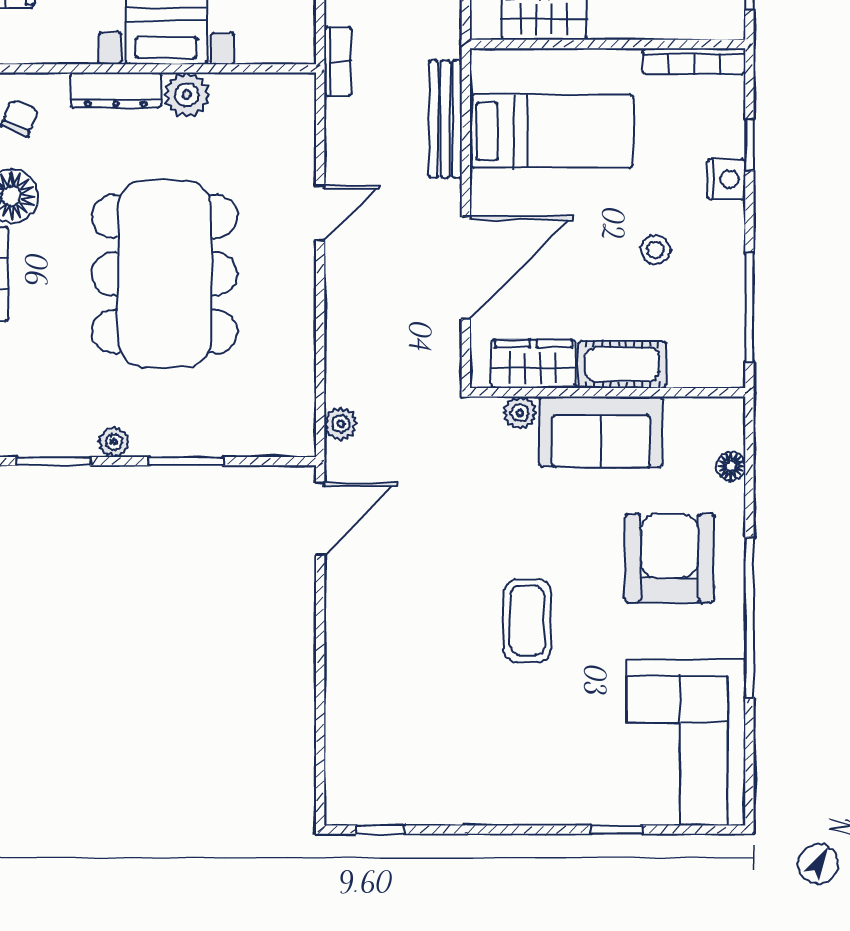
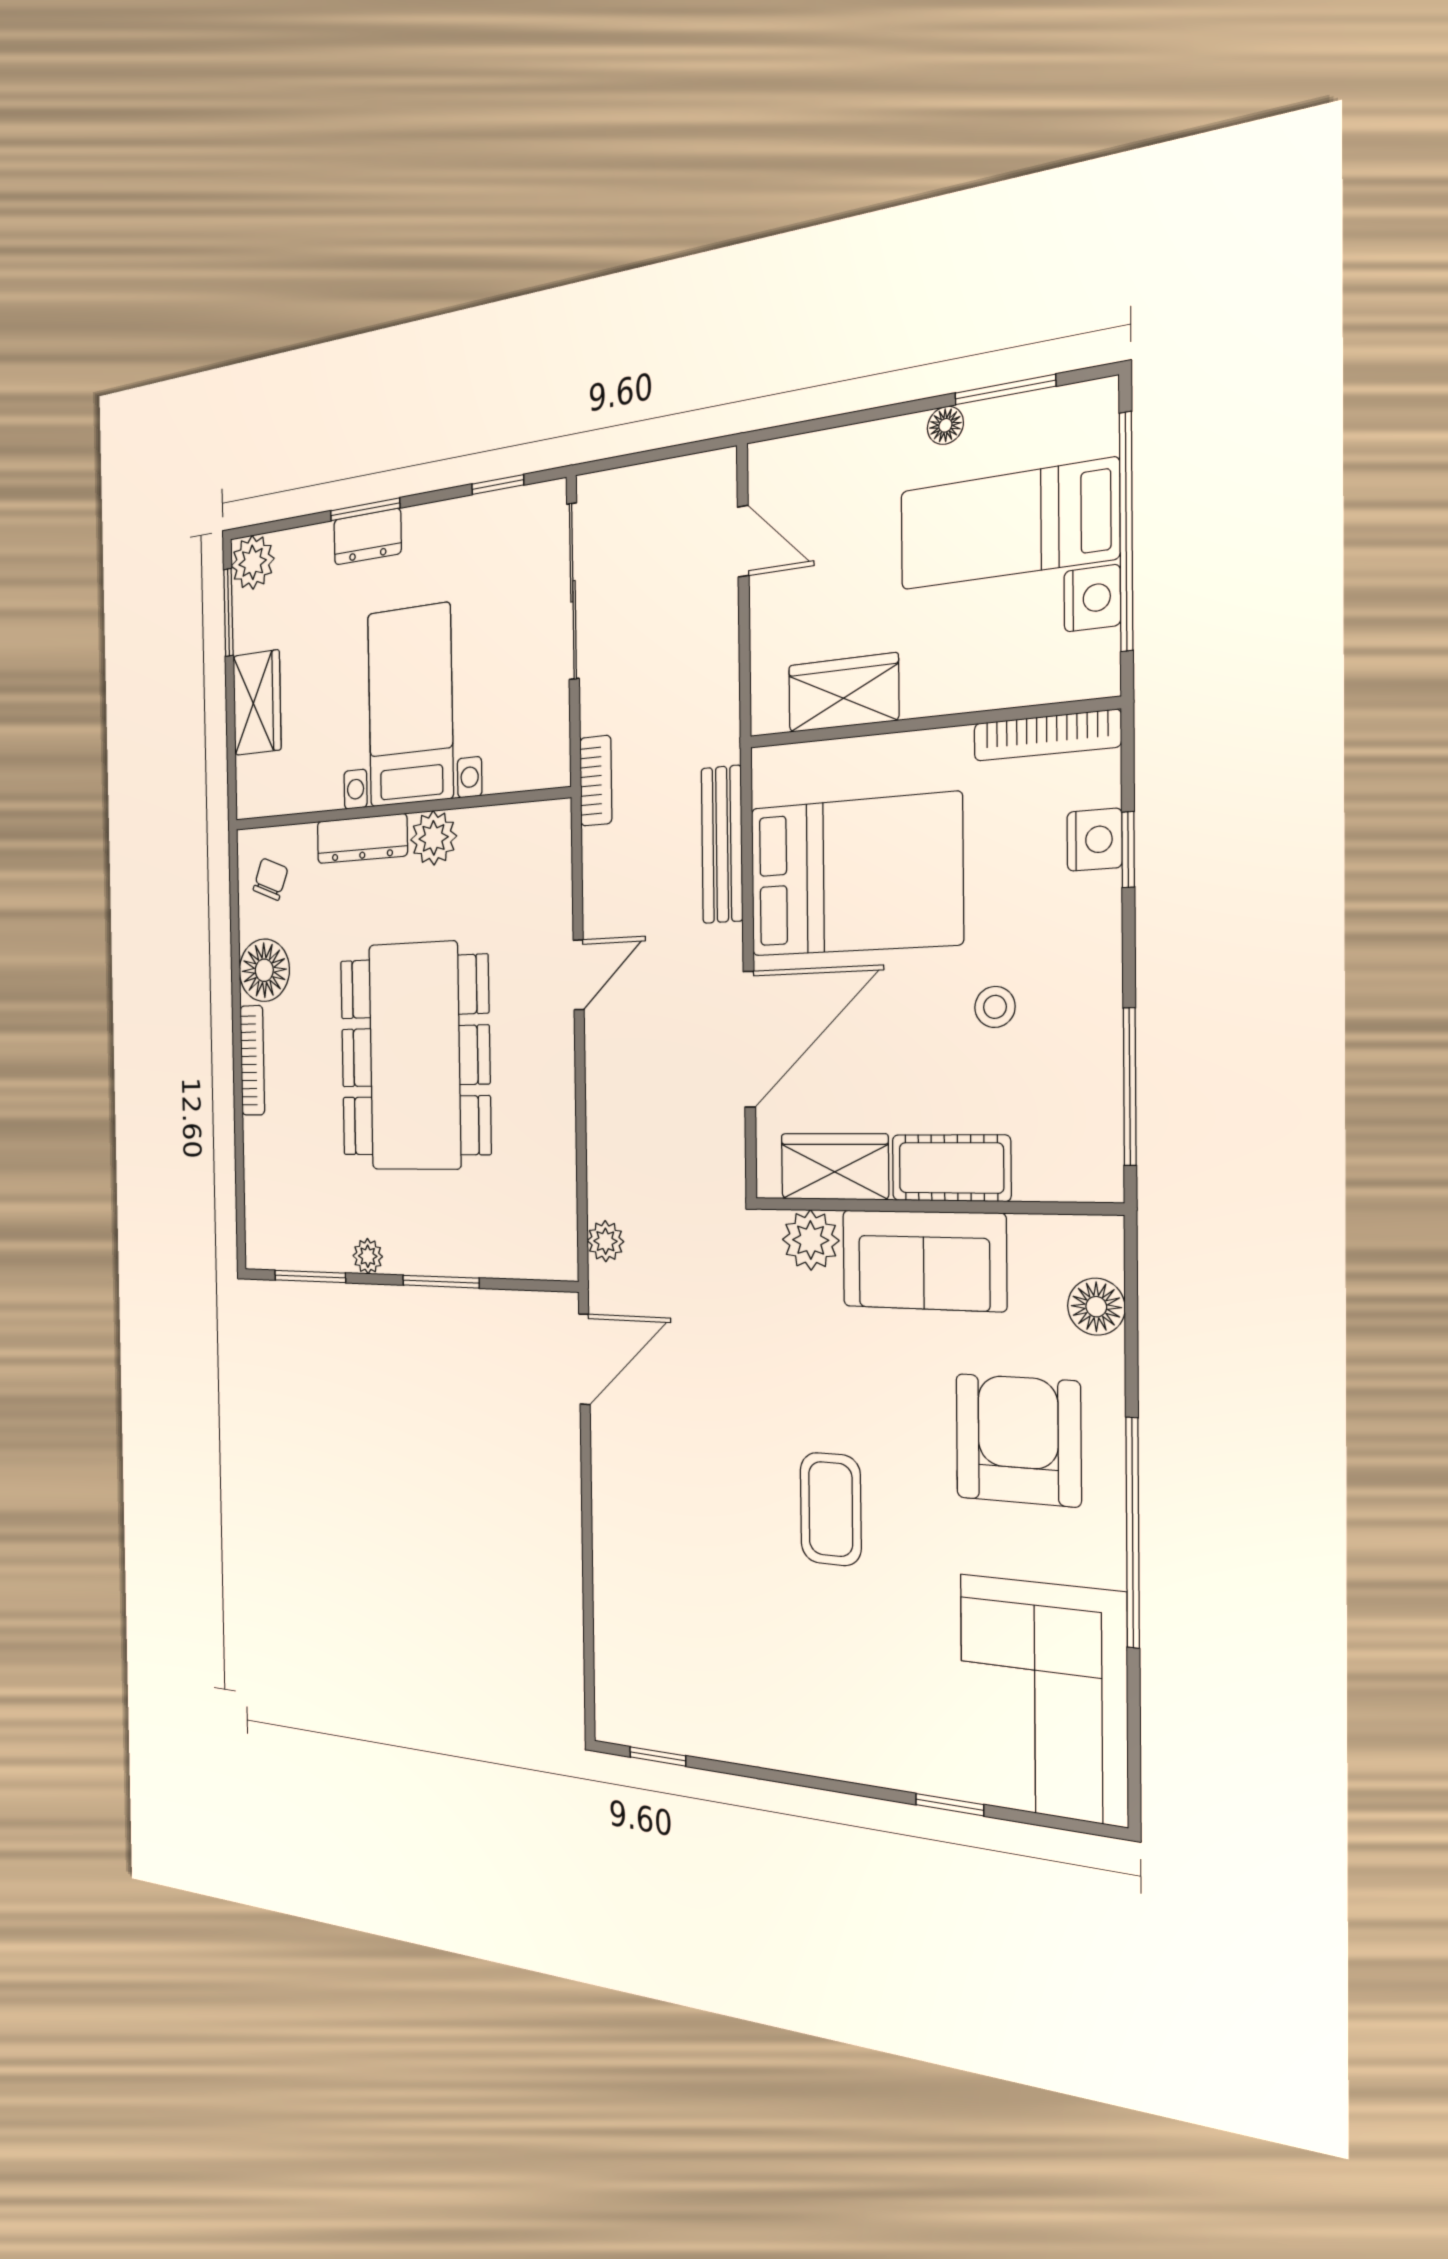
bed: (552, 131) -> (855, 875), width x1.50
nightstand: (726, 179) -> (1095, 840), moved
plant: (520, 413) -> (811, 1240), width x1.38, depth x1.38
floor lamp: (731, 466) -> (1096, 1307), width x1.37, depth x1.37

